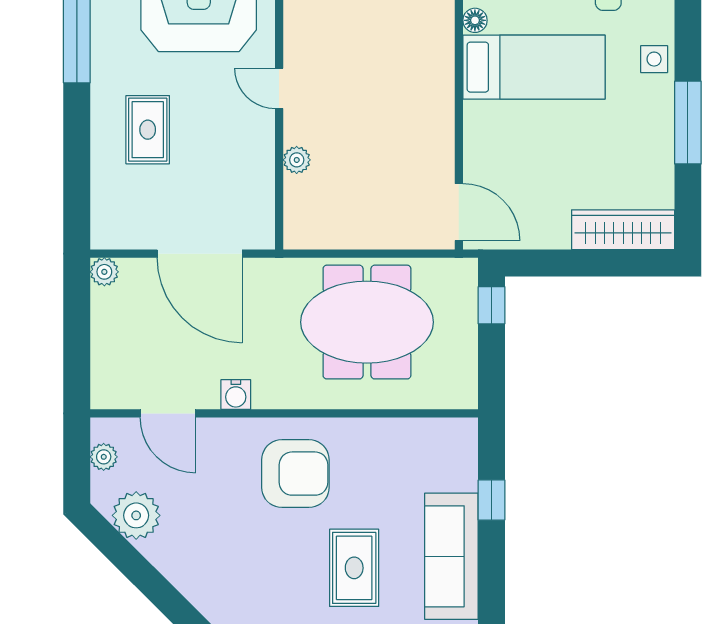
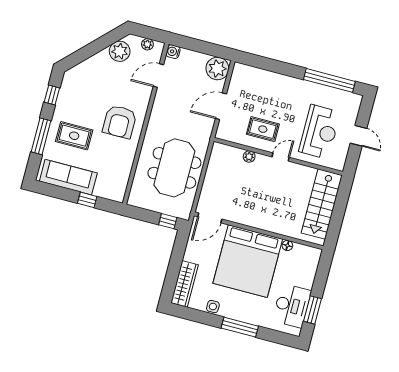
side table: (654, 59) -> (213, 307), moved
bed: (534, 67) -> (248, 261), width x2.04
window: (688, 123) -> (240, 327), moved
rug: (148, 130) -> (263, 129), moved
door: (200, 254) -> (221, 106), width x0.73
plant: (104, 272) -> (217, 69), width x1.87, depth x1.87
water cooler: (236, 395) -> (173, 52), moved

